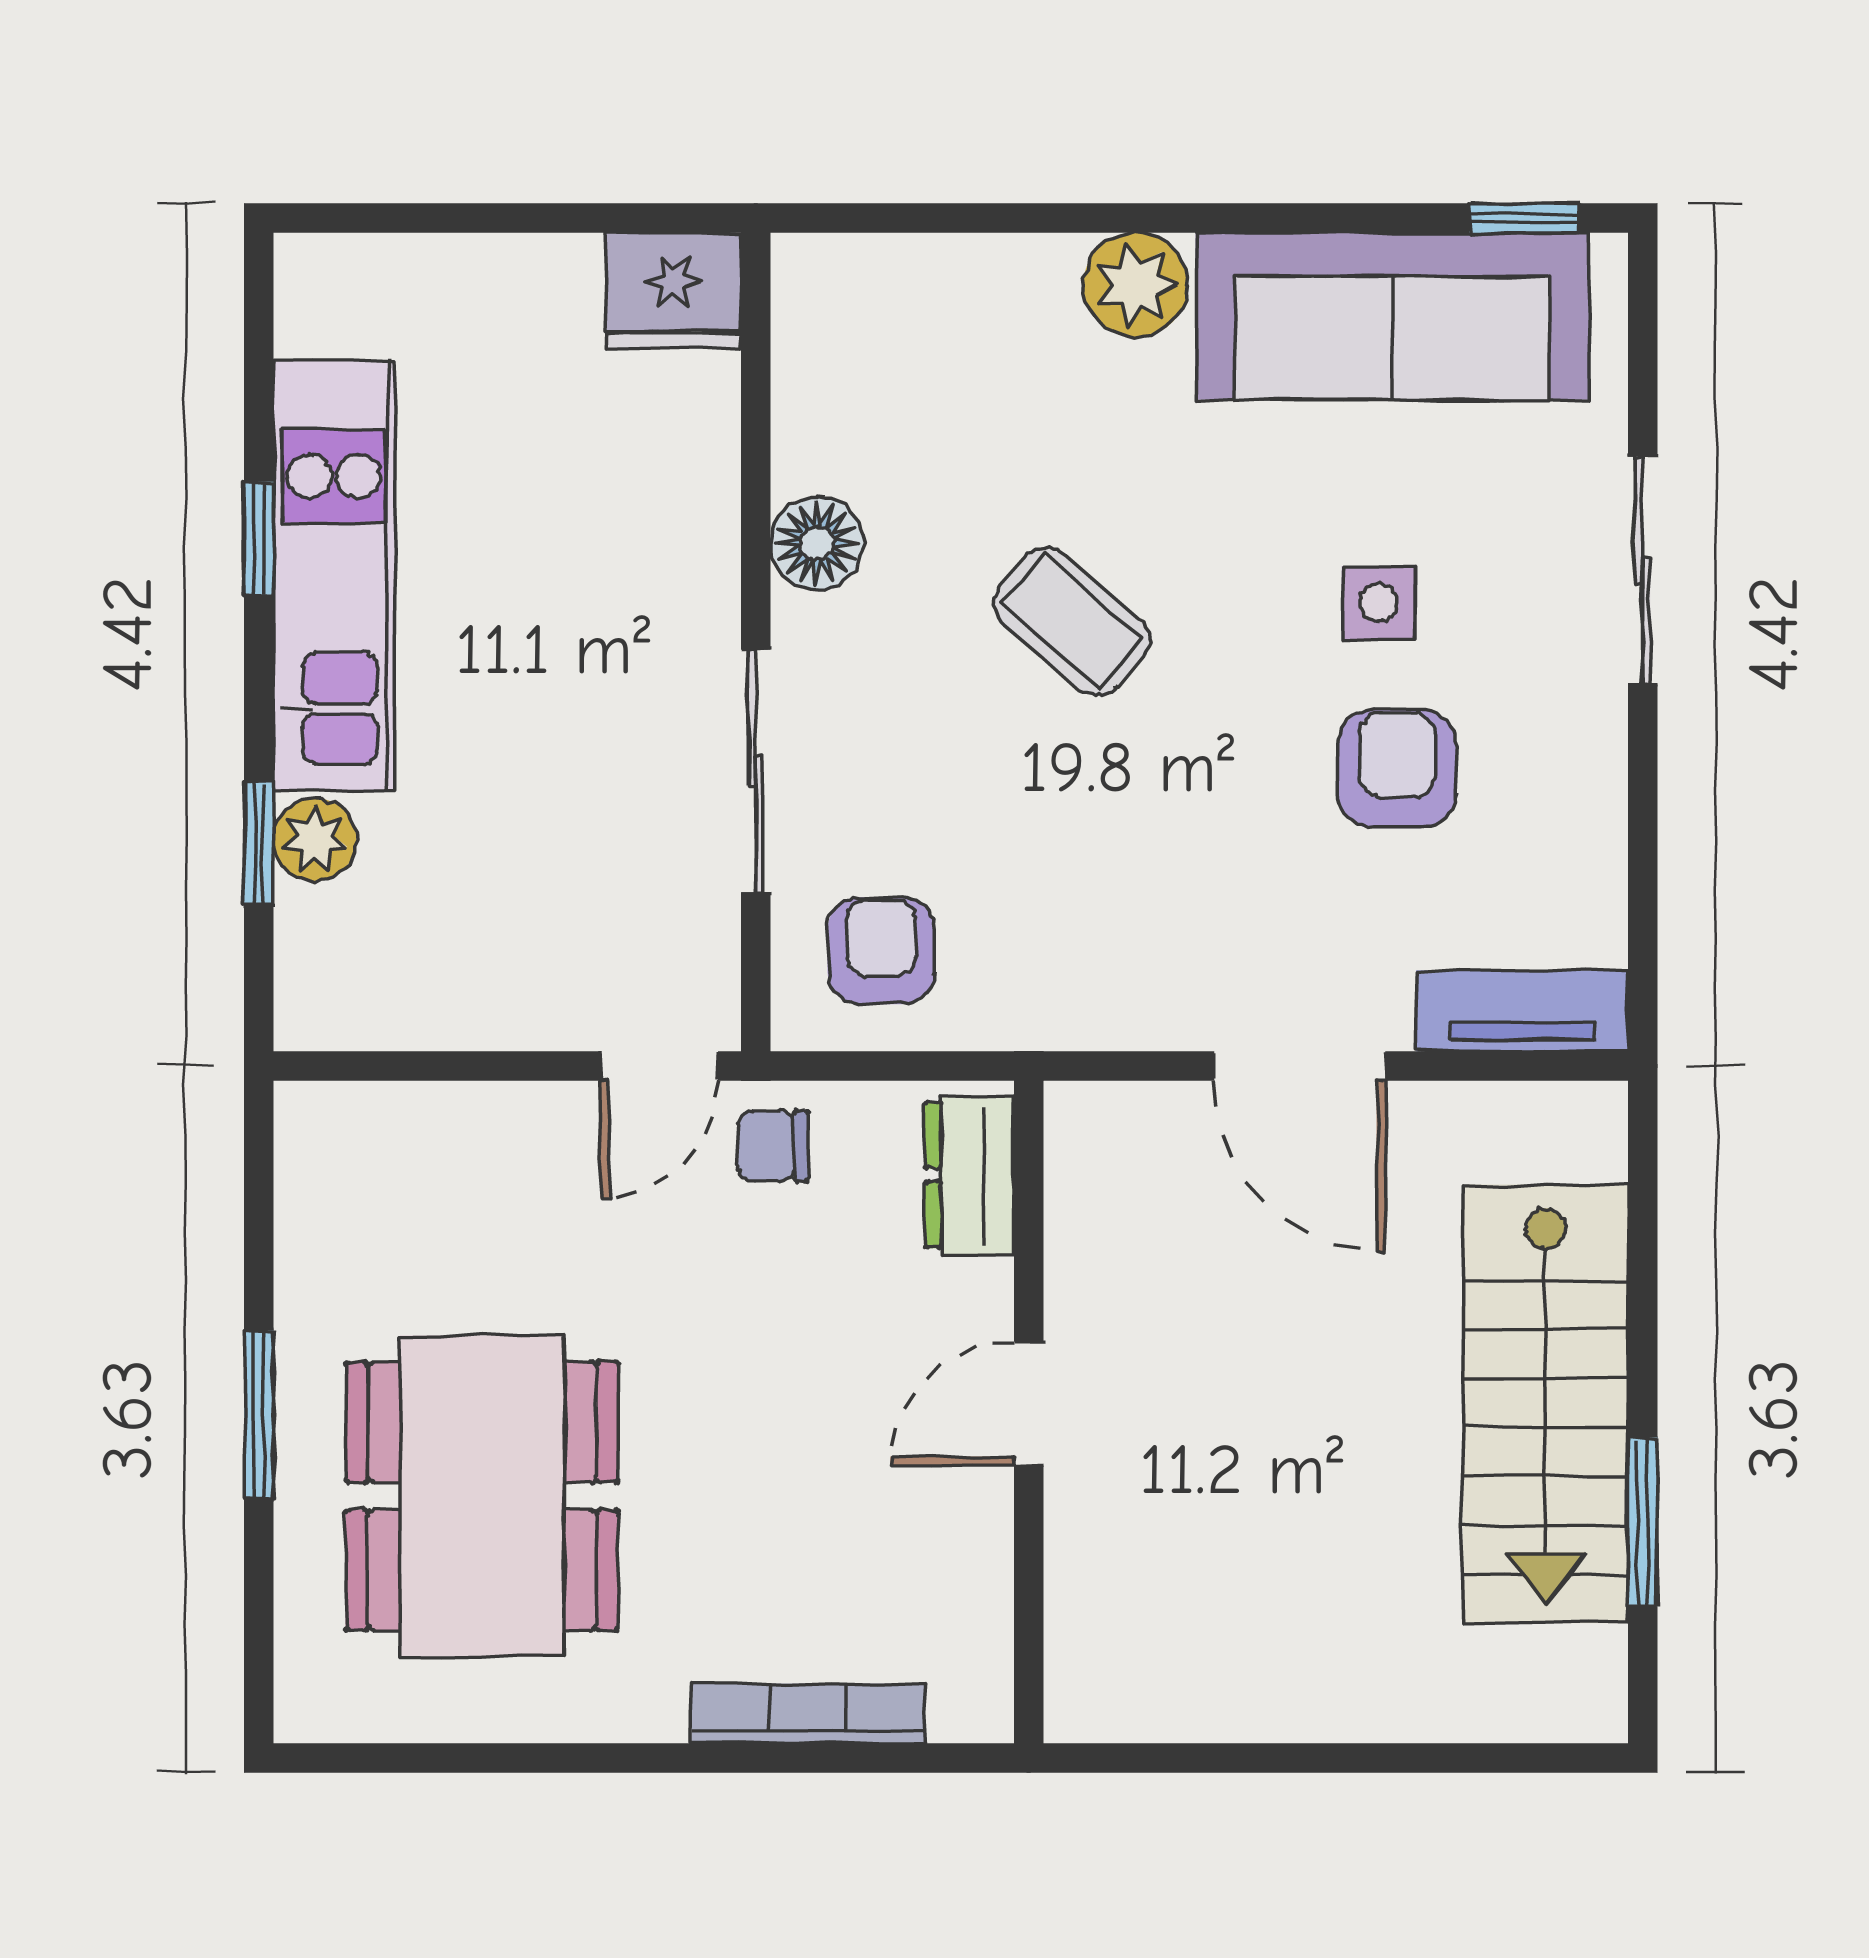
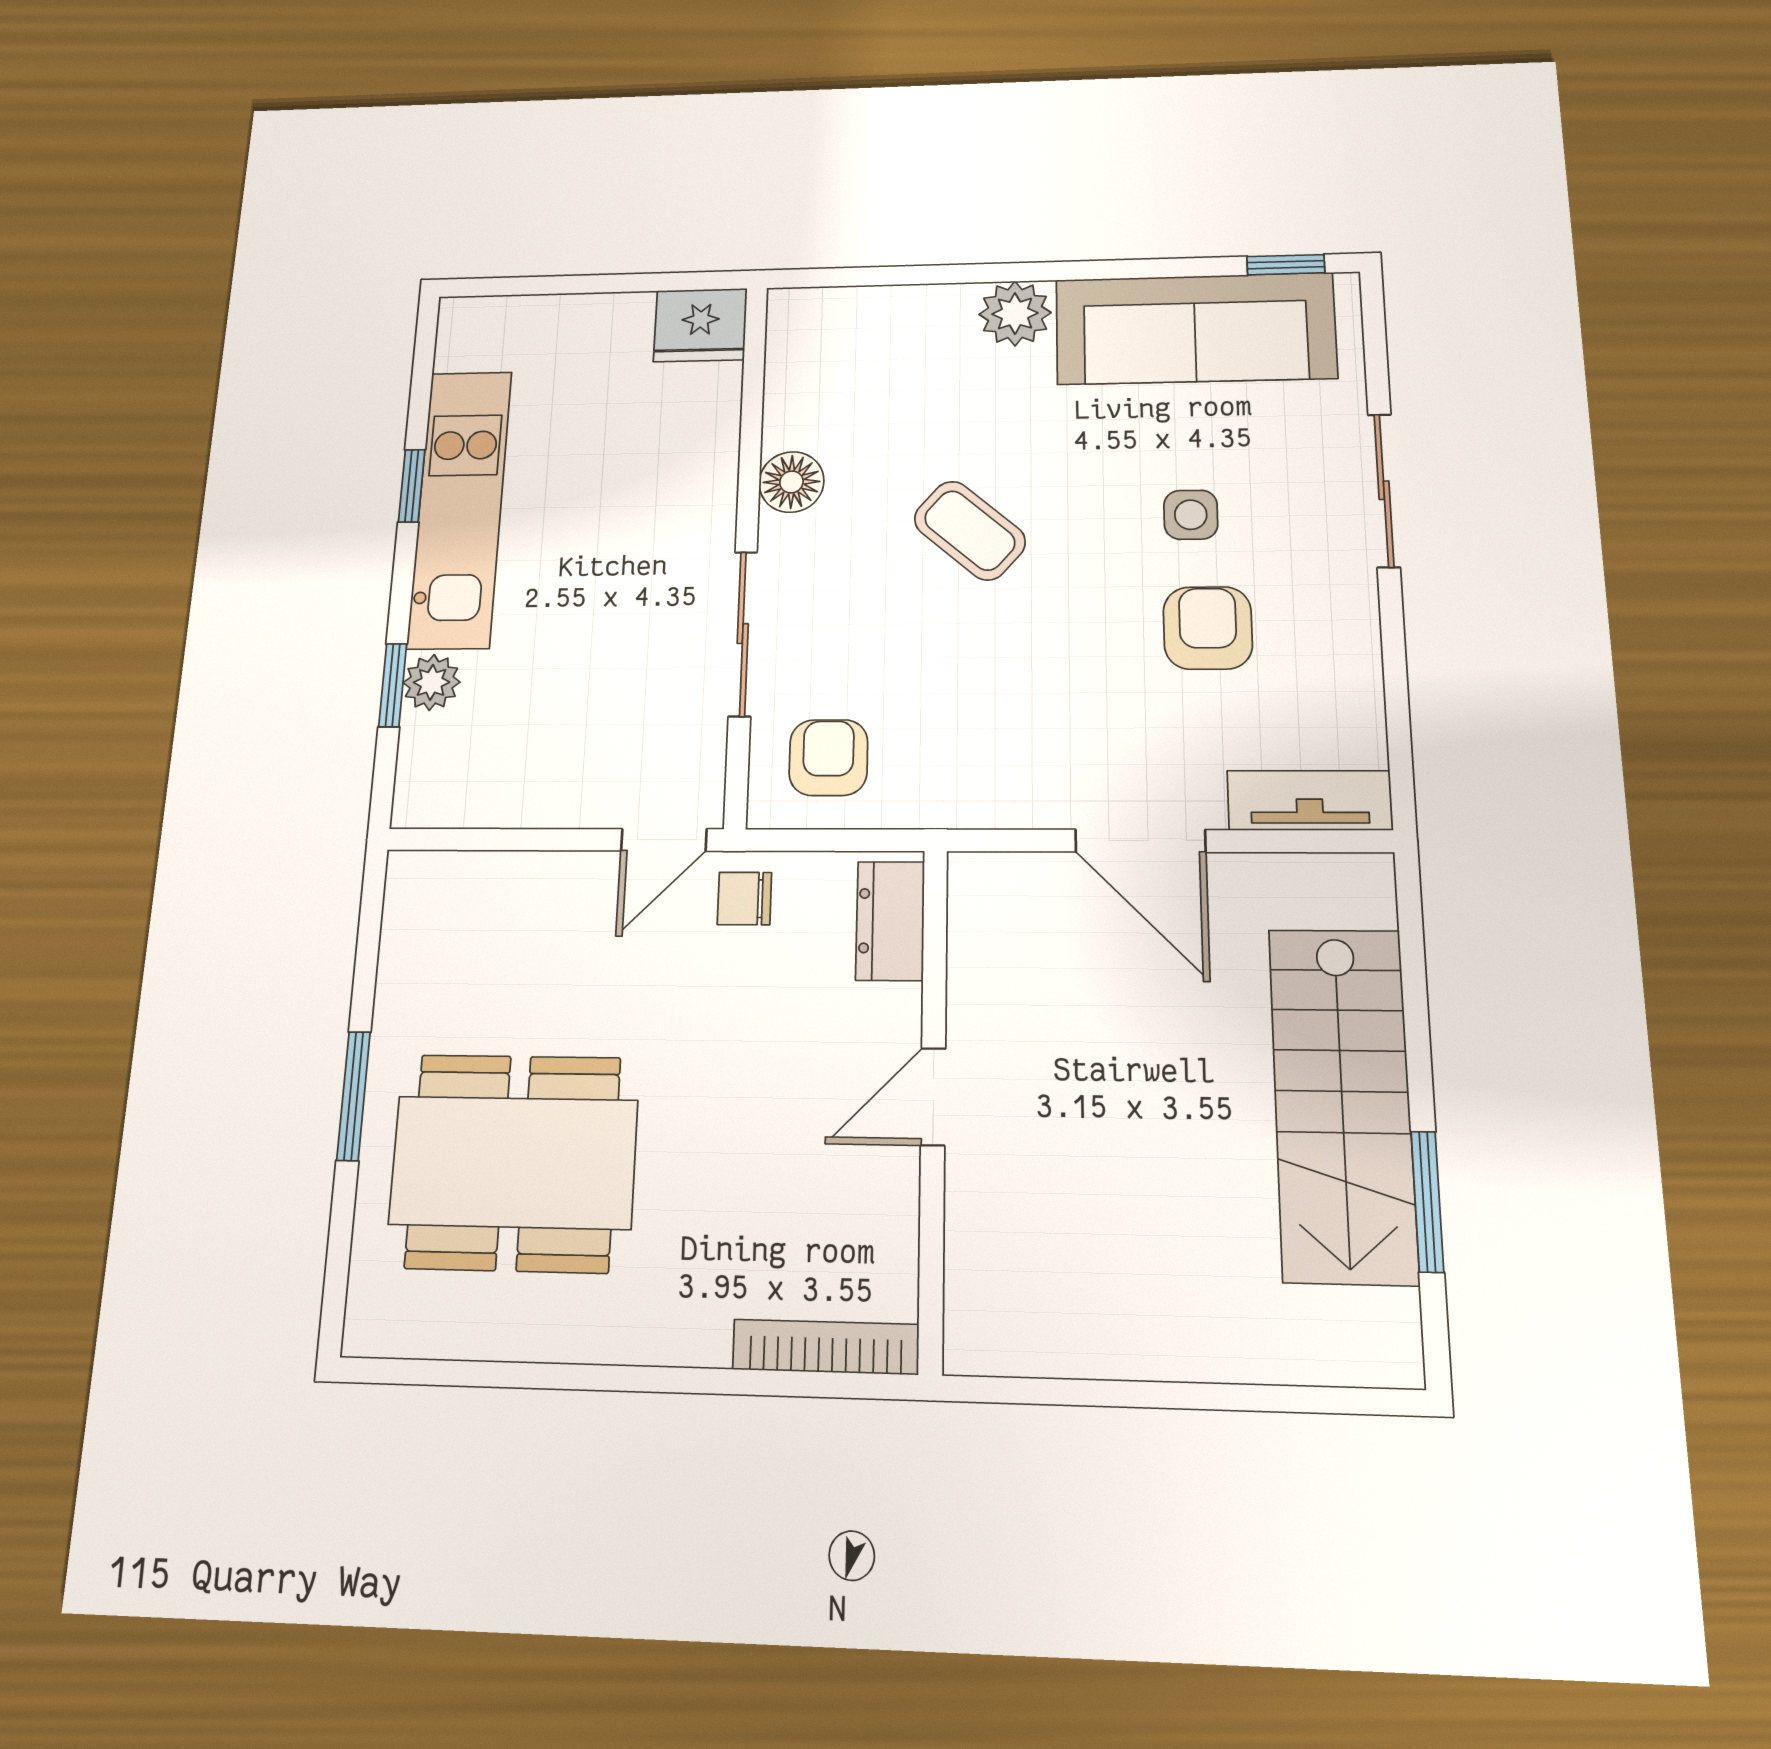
dining table: (482, 1496) -> (513, 1162), turned 90
bookcase: (808, 1714) -> (826, 1347), moved

